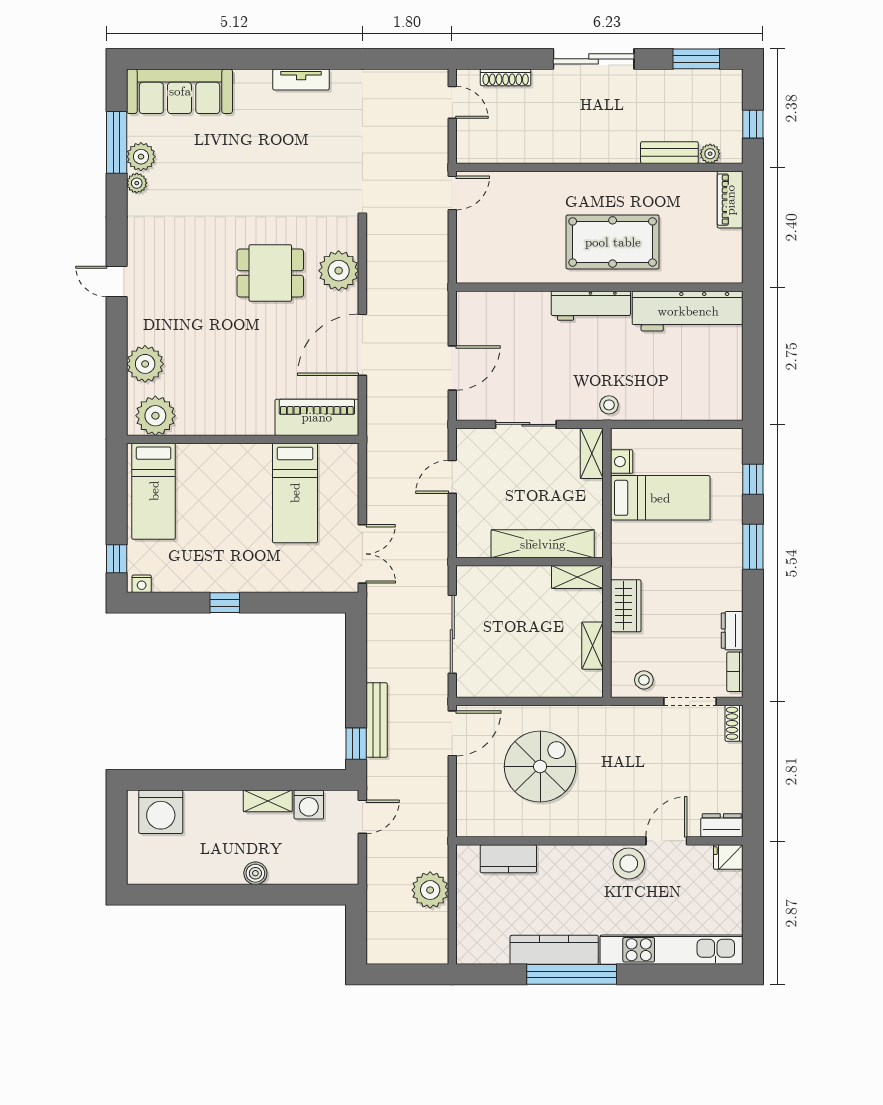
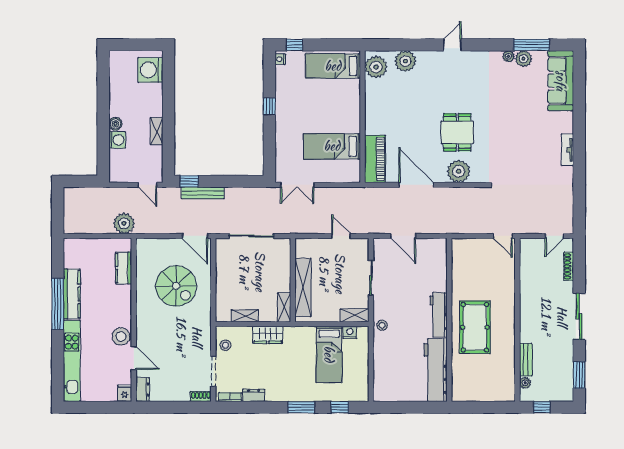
piano: (730, 200) -> (499, 394), removed
washing machine: (309, 804) -> (117, 140), moved, turned 180
plant: (430, 890) -> (124, 223), moved

